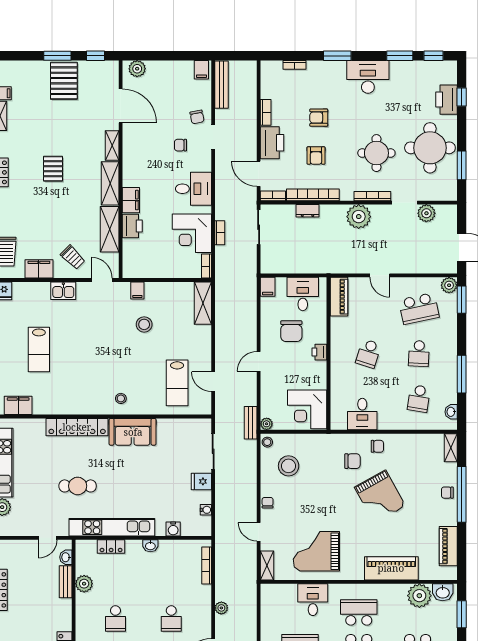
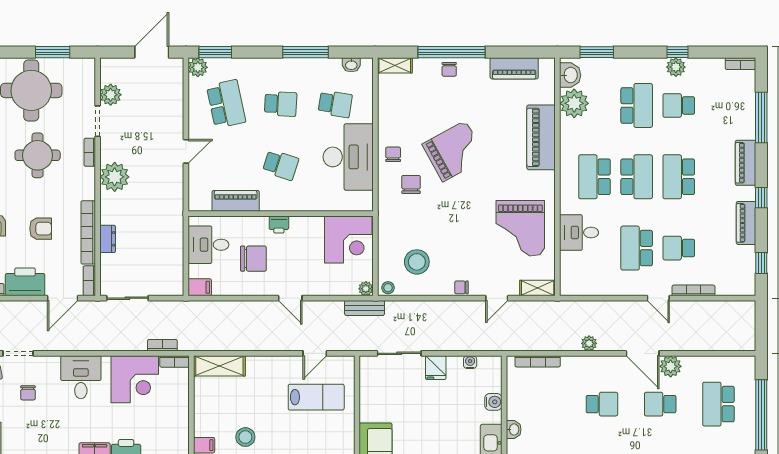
bookcase: (372, 196) -> (90, 152), width x0.64
bookcase: (220, 233) -> (162, 345), moved
piano: (339, 297) -> (236, 201), moved
desk: (362, 414) -> (348, 157), width x1.87, depth x1.30

